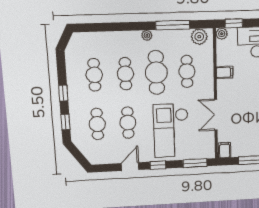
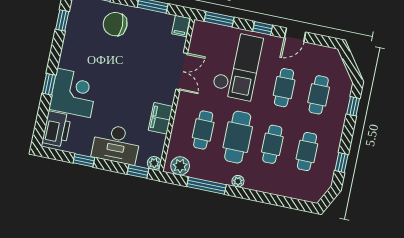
filing cabinet: (225, 72) -> (161, 118), width x2.00
window: (63, 93) -> (342, 162), moved

